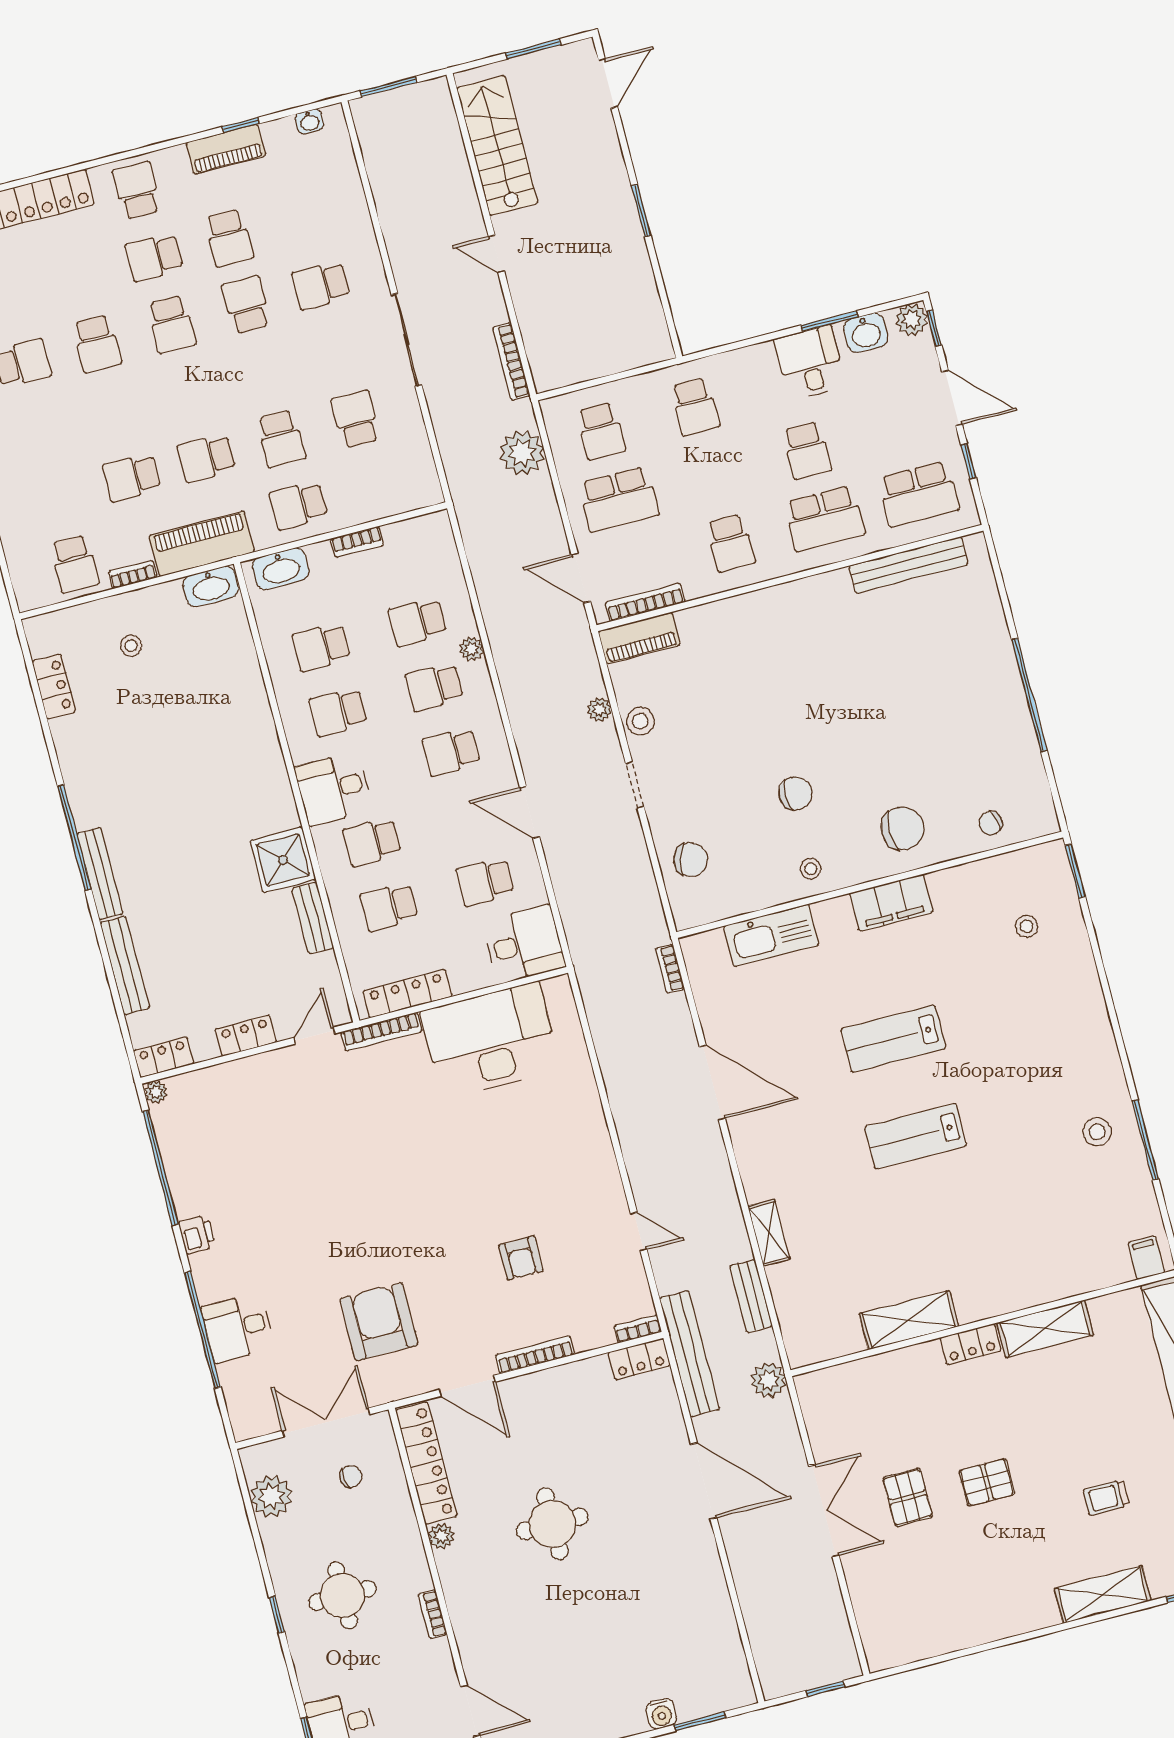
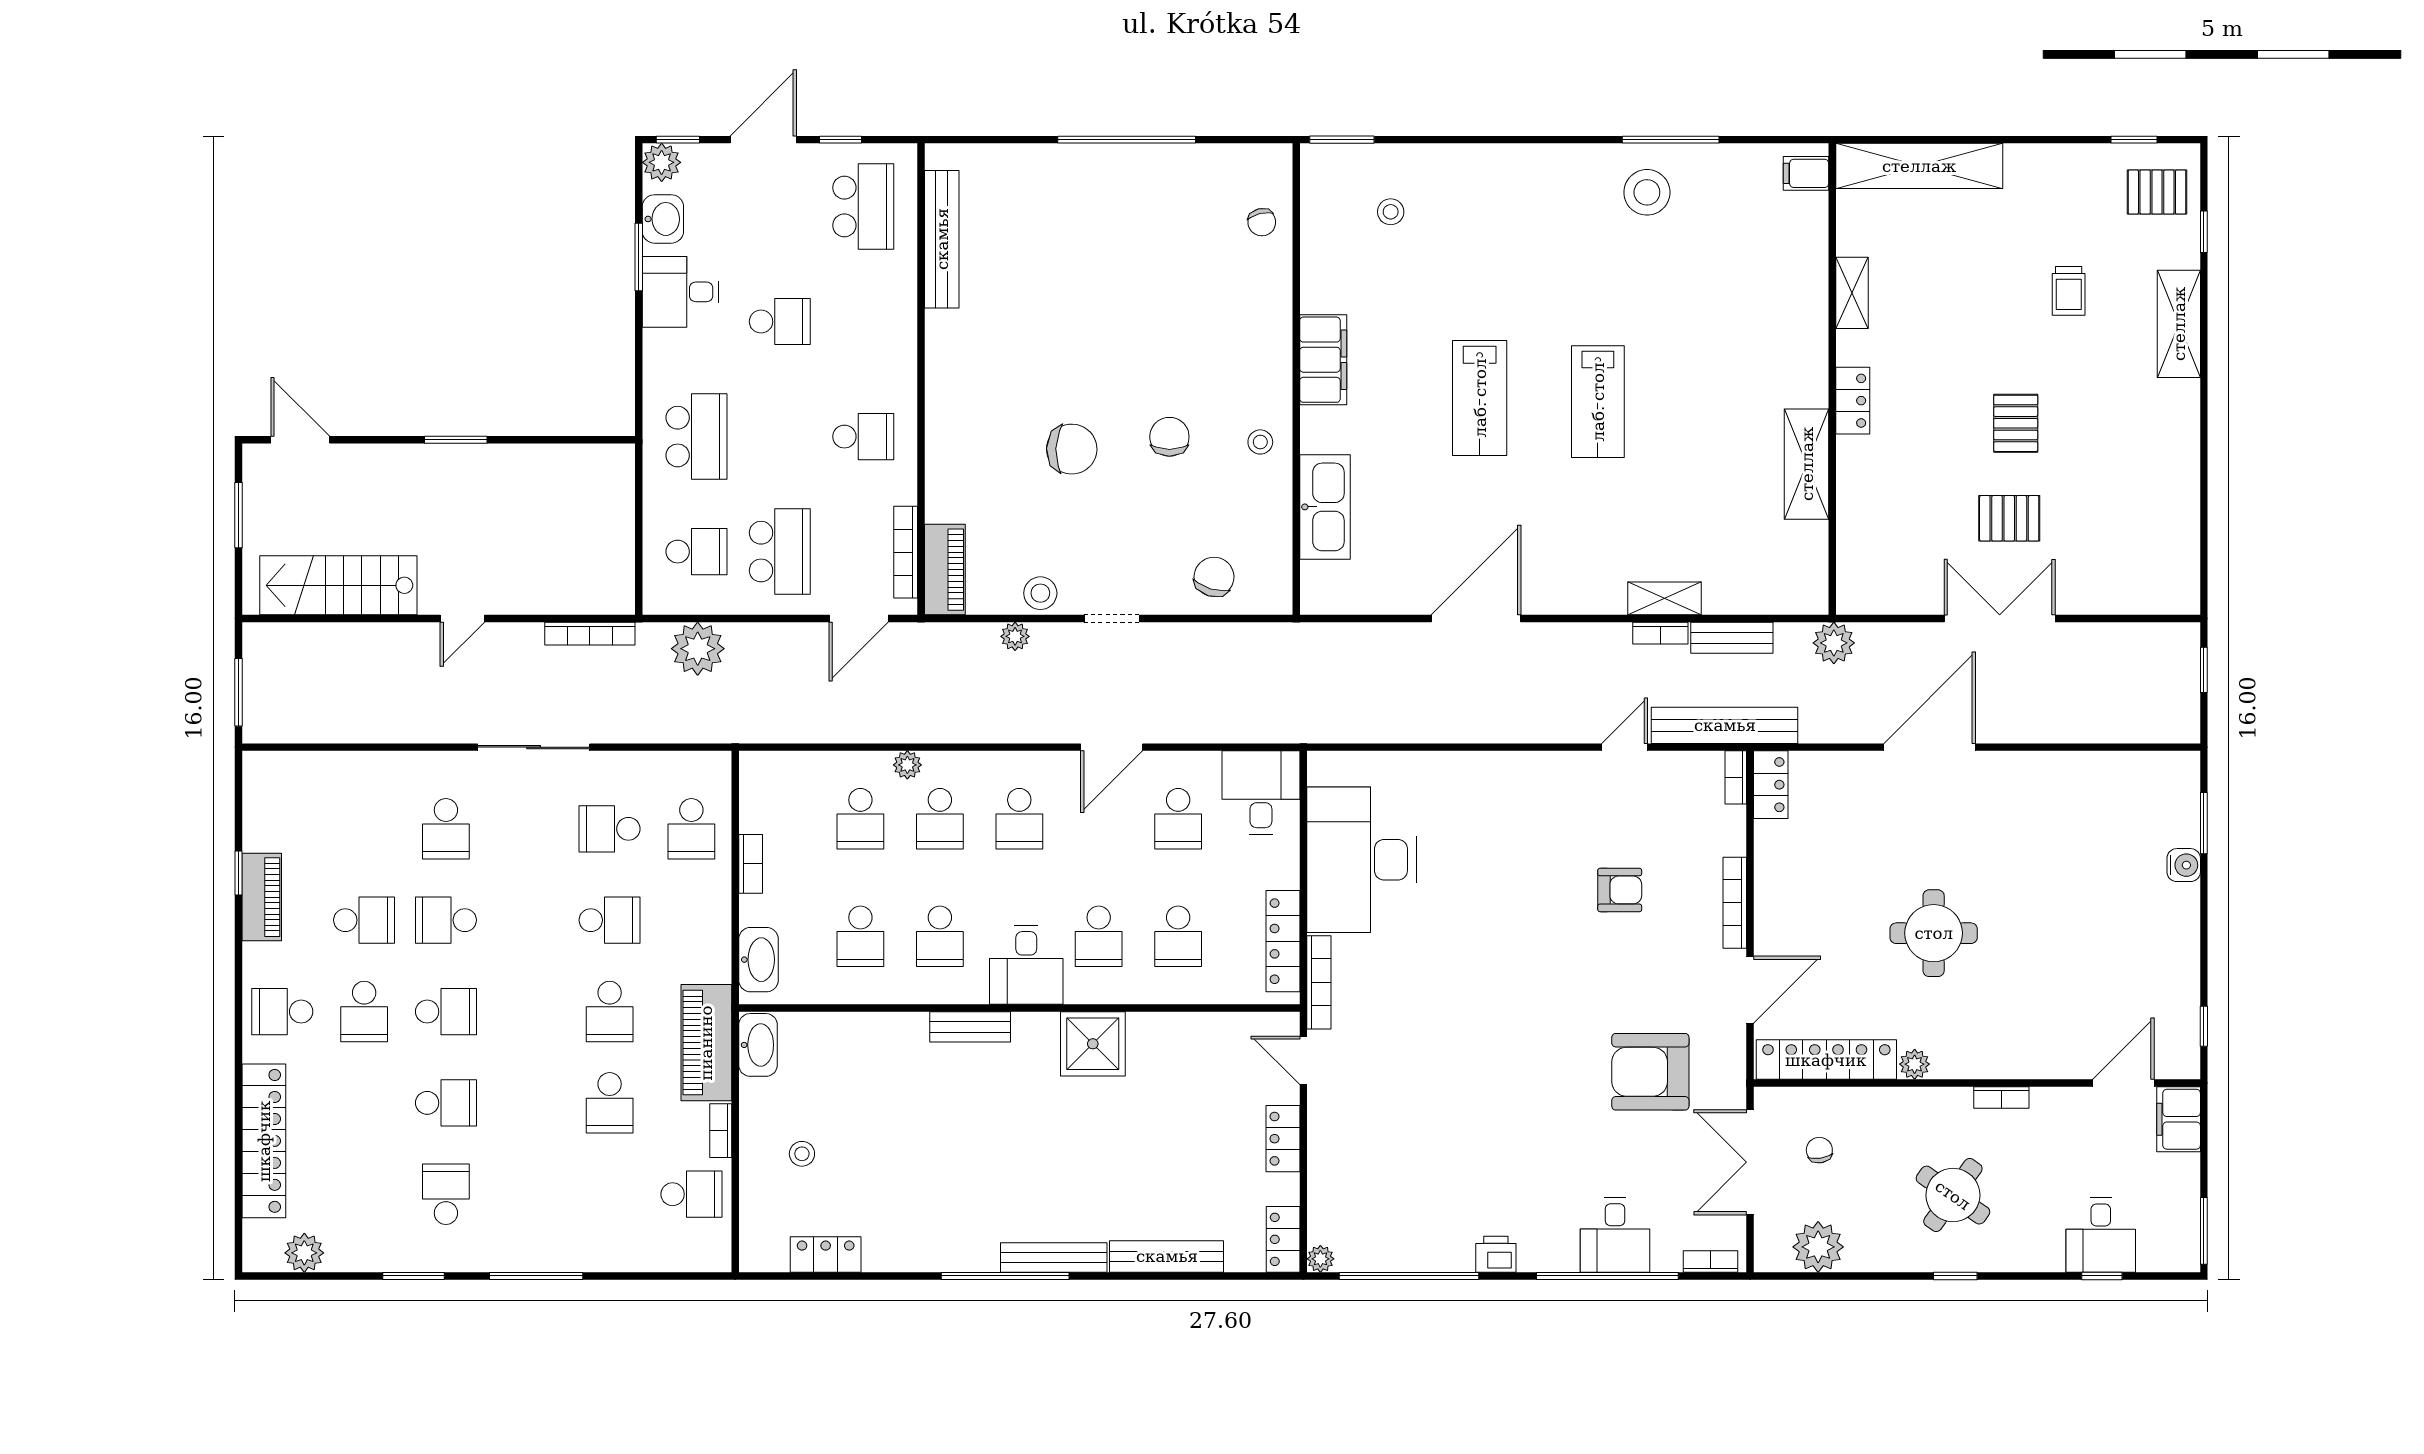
washbasin: (309, 121) -> (255, 793), removed
school desk: (695, 407) -> (696, 437), width x1.85
school desk: (299, 505) -> (691, 829), moved
school desk: (825, 518) -> (863, 322), removed
chair: (902, 828) -> (1072, 449), moved, turned 92
bench: (313, 918) -> (970, 1027), moved
bookcase: (670, 969) -> (1660, 633), moved
stool: (1097, 1132) -> (1647, 192), width x1.38, depth x1.38
shelving: (1045, 1329) -> (1852, 293), width x0.67, depth x0.75
bench: (690, 1354) -> (1725, 725), moved
bookcase: (236, 1411) -> (1710, 1262), added
round table: (342, 1595) -> (1953, 1195), turned 35

